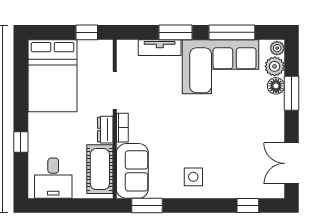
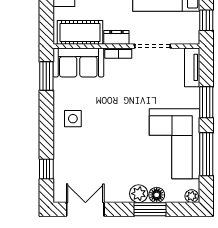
tv unit: (160, 48) -> (192, 67), moved
plant: (275, 66) -> (139, 194), moved

